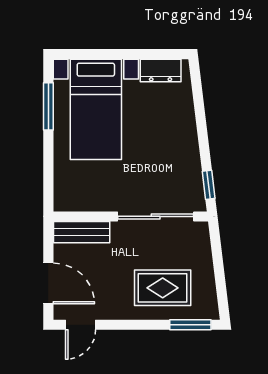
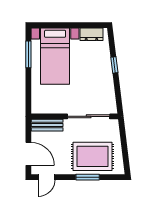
window: (209, 185) -> (114, 65), moved
rug: (163, 288) -> (93, 156), width x1.36, depth x1.43
window: (190, 325) -> (88, 177), moved

